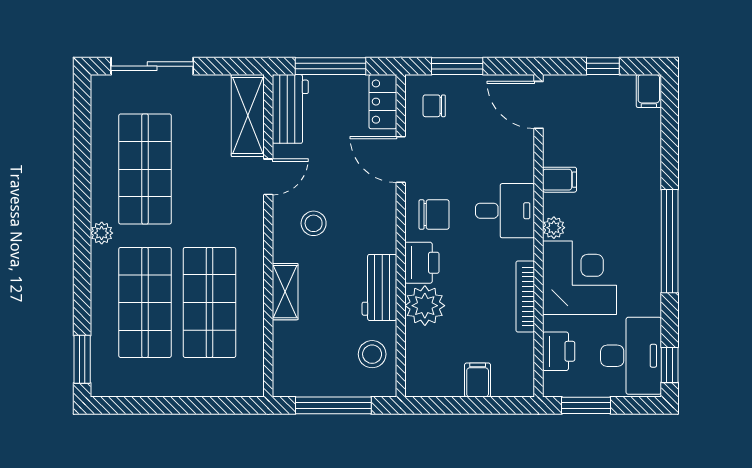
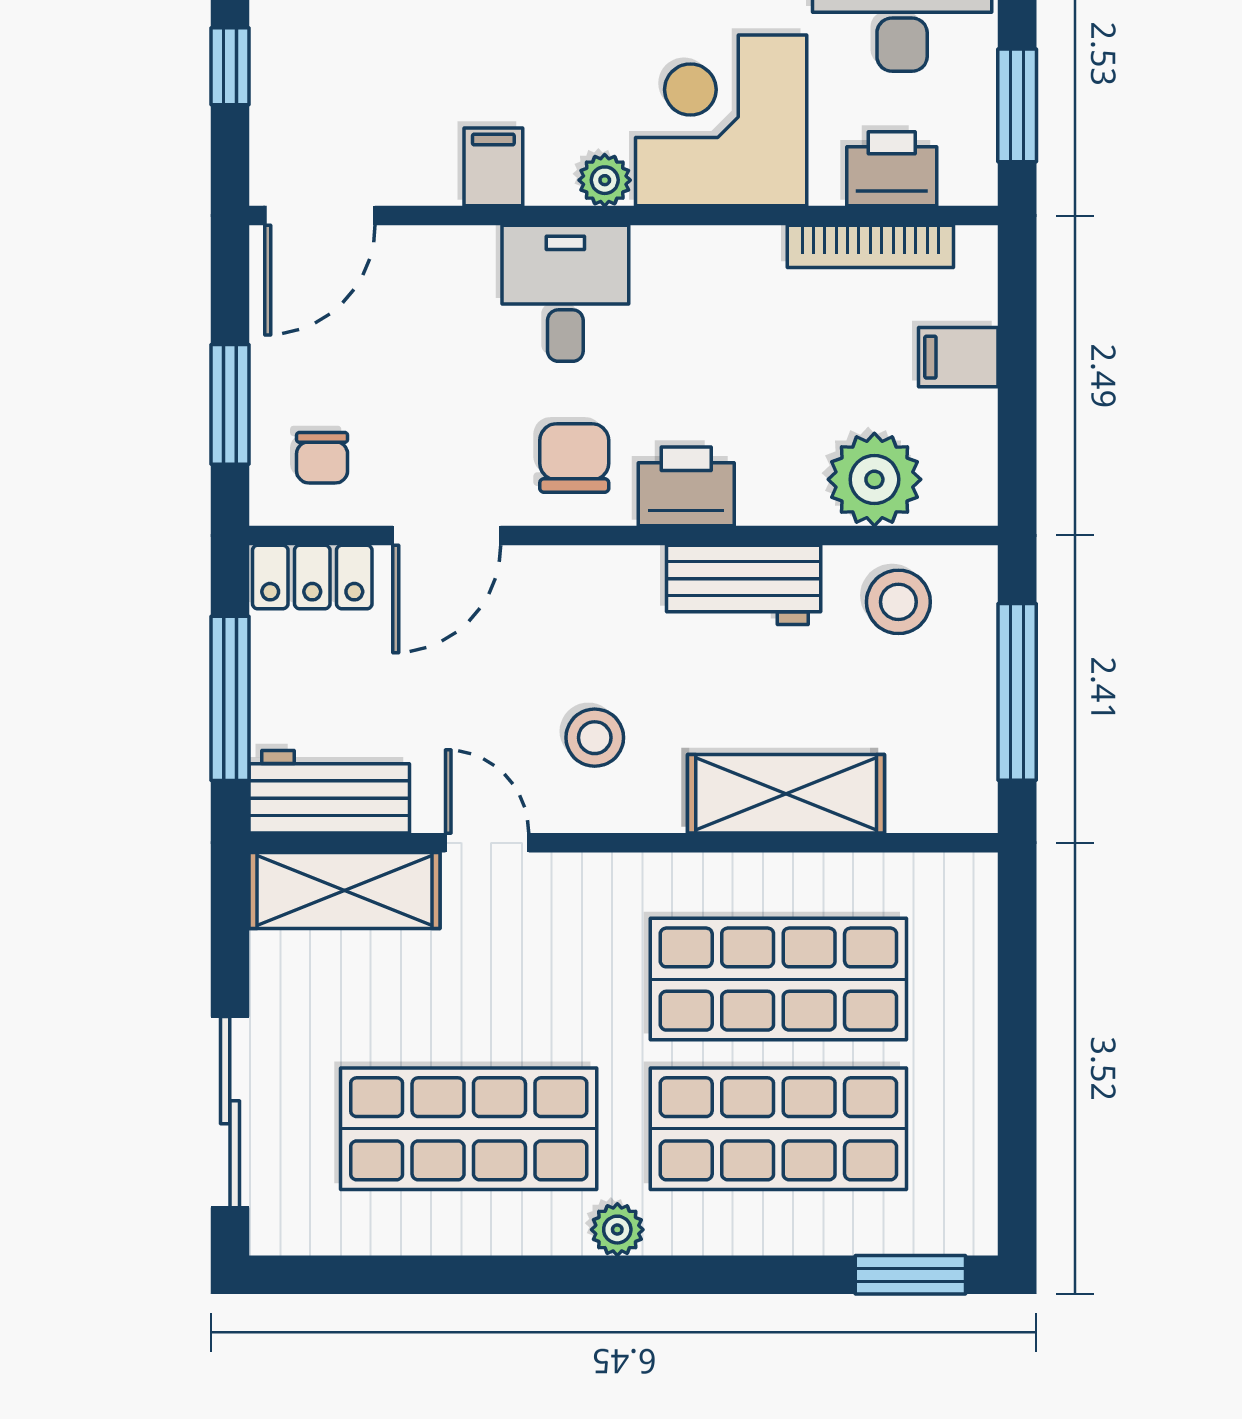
shelving: (285, 292) -> (786, 794), width x1.50, depth x1.33
bookcase: (525, 297) -> (870, 246), moved
plant: (425, 306) -> (874, 479), moved

